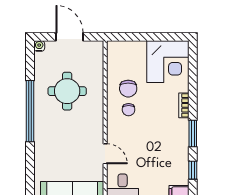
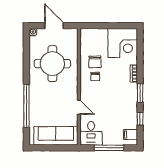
round table: (67, 91) -> (52, 64), width x1.36, depth x1.36
window: (30, 111) -> (26, 106), moved

